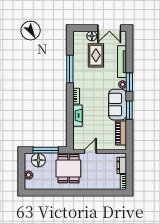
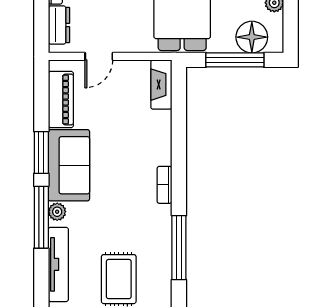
window: (129, 82) -> (41, 217), width x1.44
fireplace: (78, 116) -> (161, 85), moved
door: (90, 152) -> (99, 56), moved

